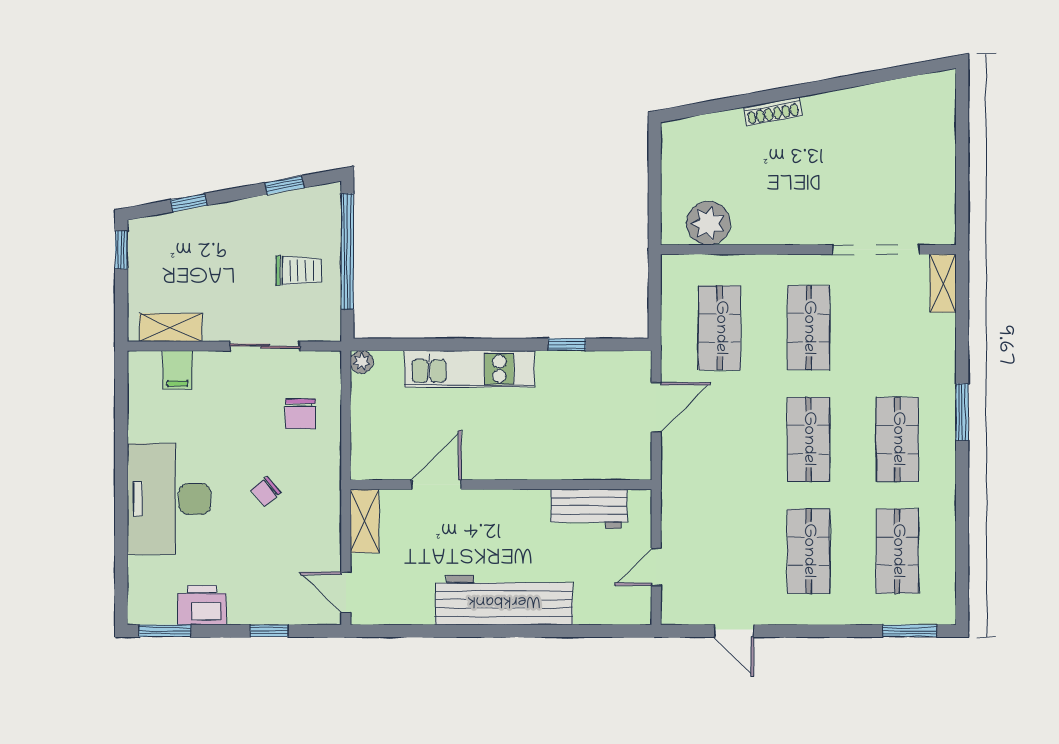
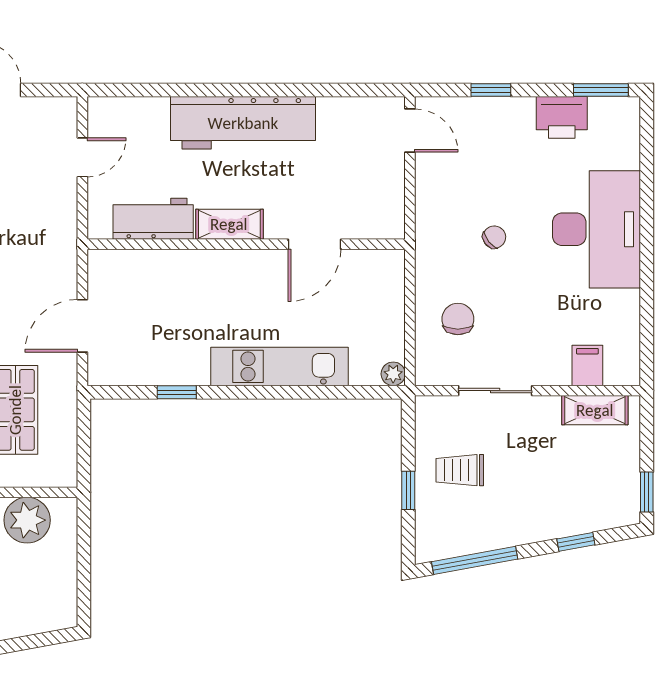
window: (284, 185) -> (475, 560), width x2.17
window: (347, 251) -> (408, 490), width x0.32
shelving: (365, 521) -> (229, 224), moved, turned 90

